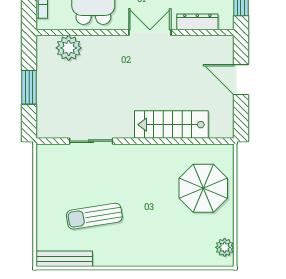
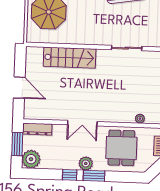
dresser: (197, 22) -> (37, 129), moved
plant: (69, 48) -> (140, 119), width x0.53, depth x0.53

